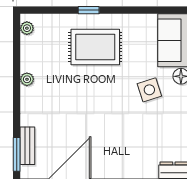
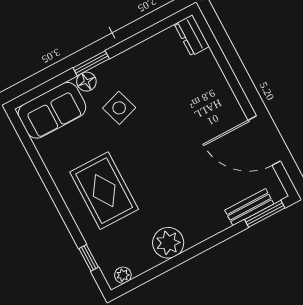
window: (89, 10) -> (89, 258), moved
plant: (27, 79) -> (168, 243), width x1.88, depth x1.88

